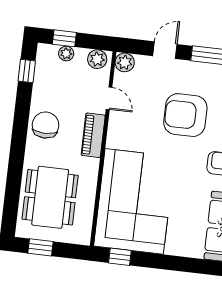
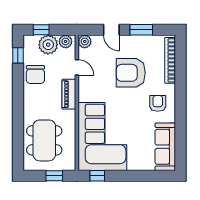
door: (165, 50) -> (111, 30), swing flipped
plant: (66, 54) -> (48, 45), width x1.88, depth x1.88
chair: (45, 125) -> (35, 75), moved, turned 180
window: (40, 247) -> (54, 176), moved

